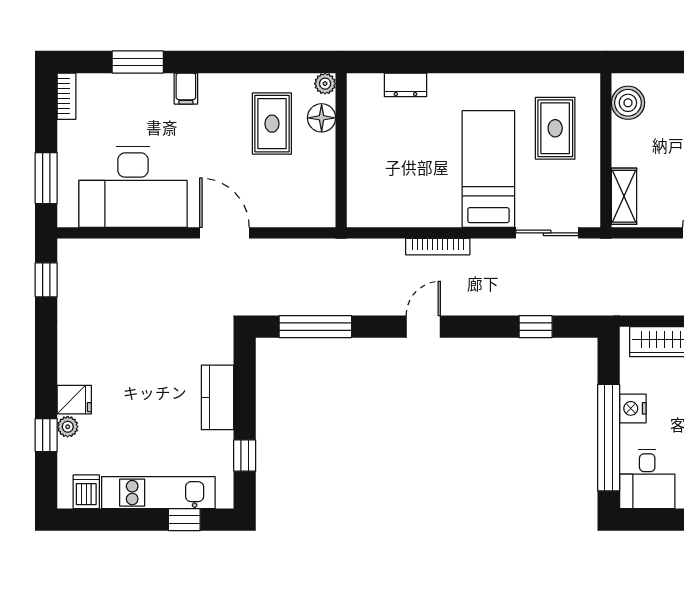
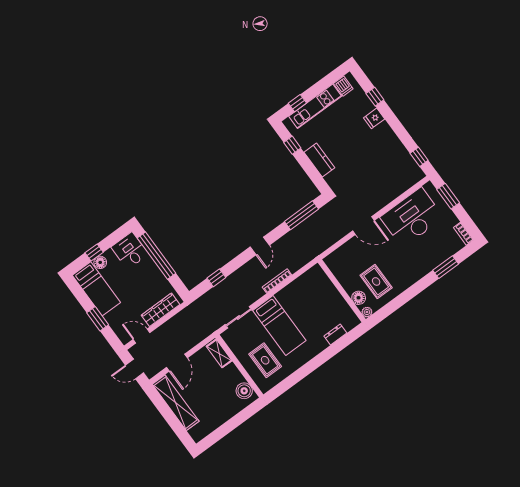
filing cabinet: (186, 89) -> (419, 271), removed
nightstand: (633, 408) -> (155, 274), removed
plant: (68, 427) -> (369, 106), removed

